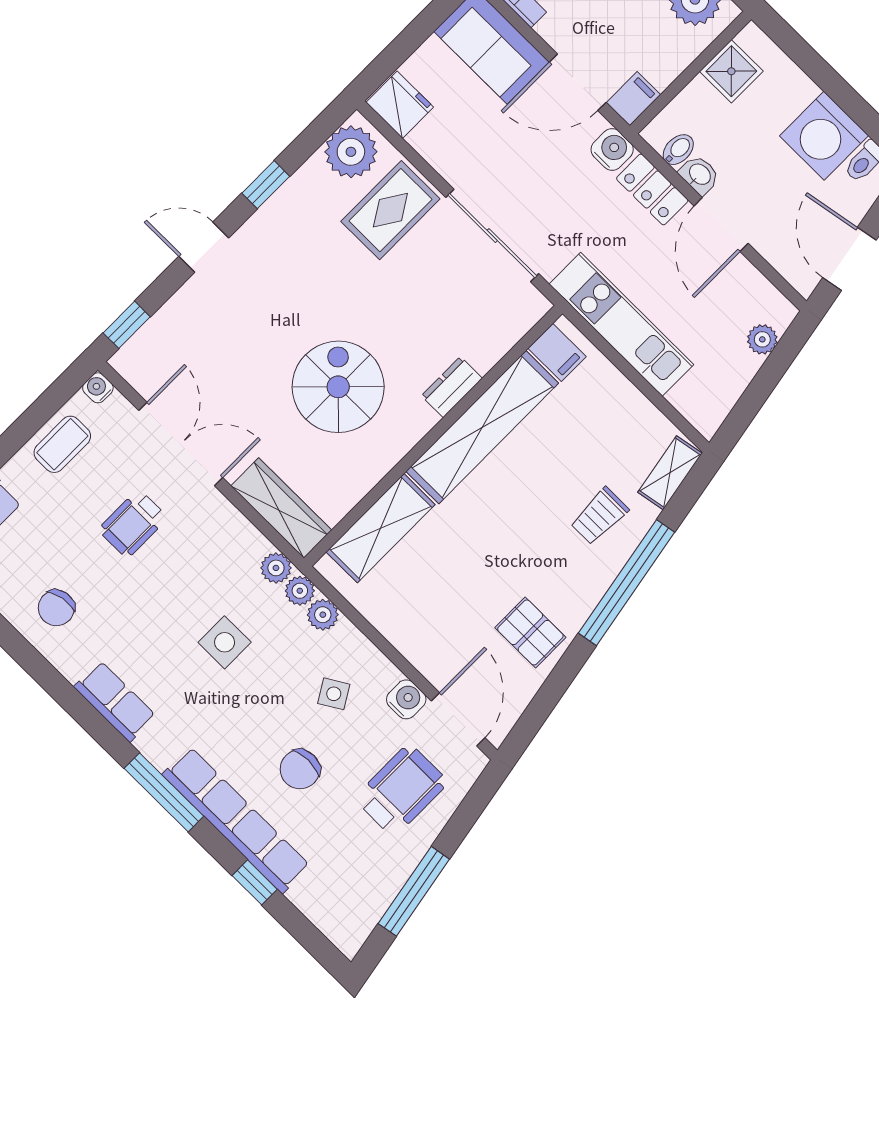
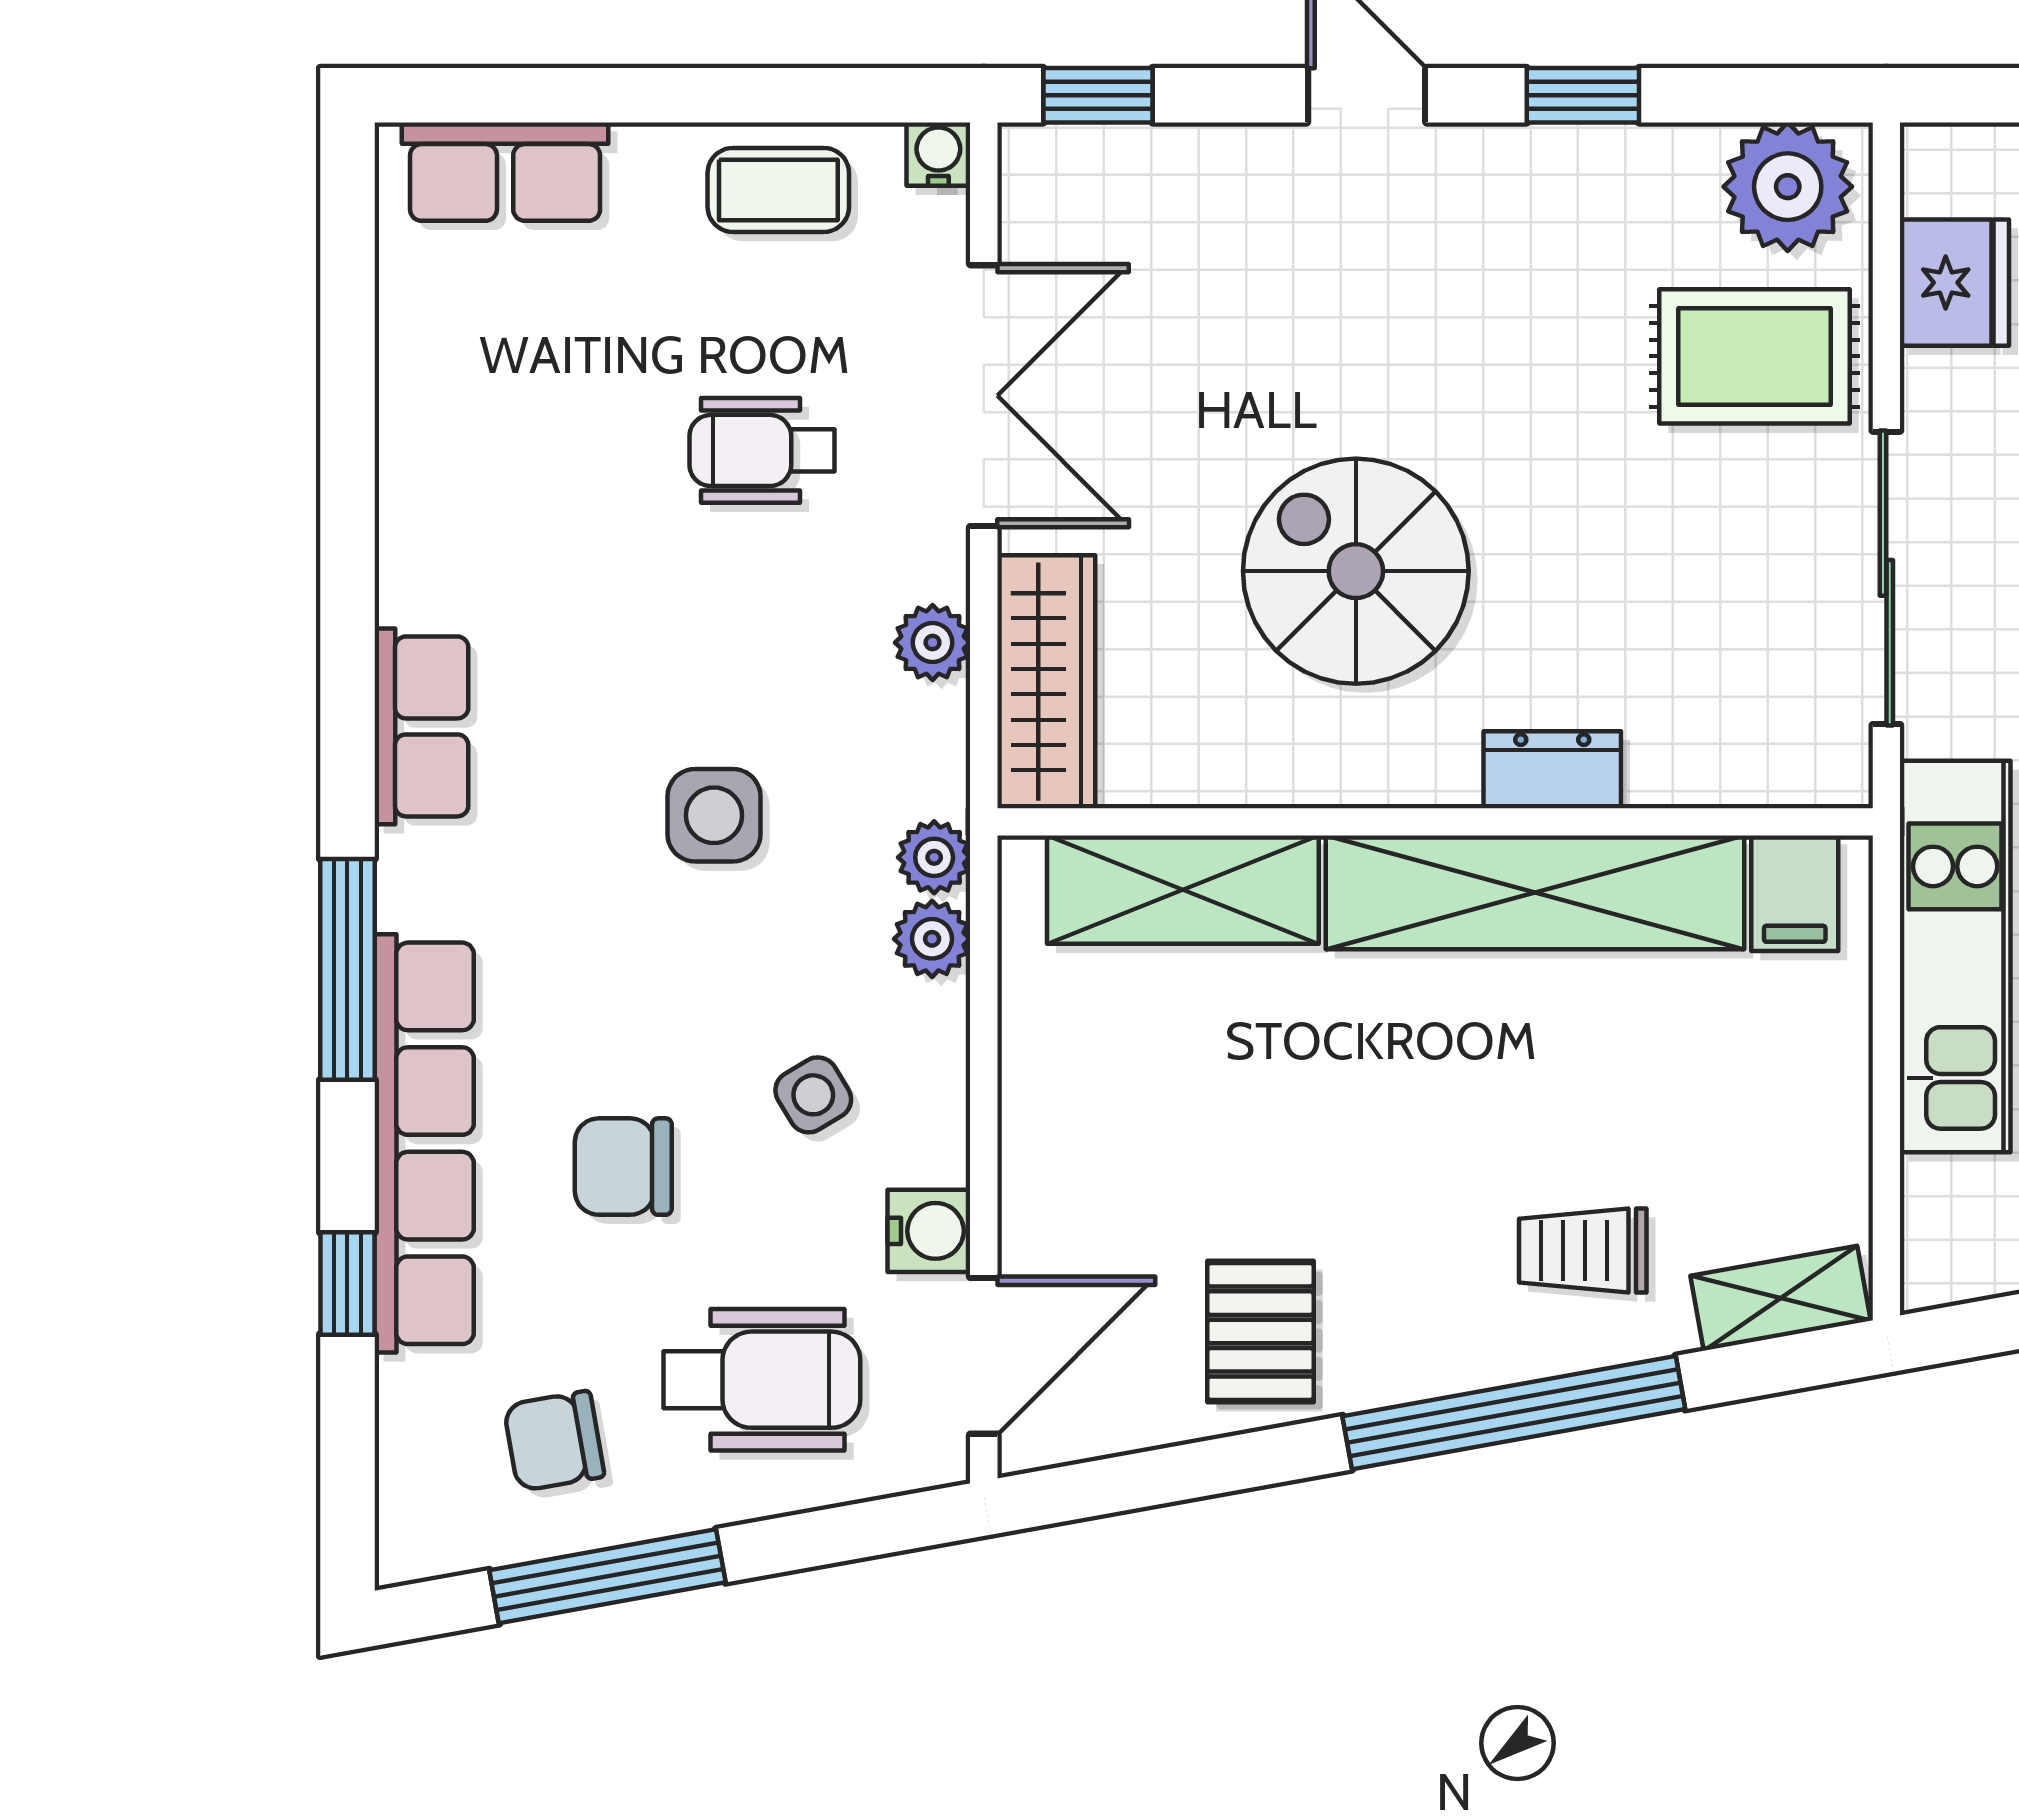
fridge: (400, 105) -> (1954, 283), moved
spiral stairs: (338, 387) -> (1356, 571), turned -90
plant: (276, 568) -> (933, 643), moved
chair: (56, 608) -> (554, 1441), moved

